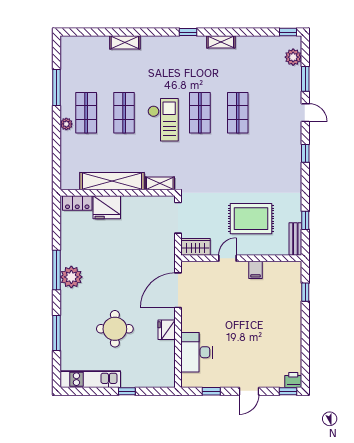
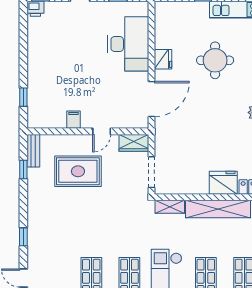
desk: (196, 352) -> (128, 44), width x1.36, depth x1.30

